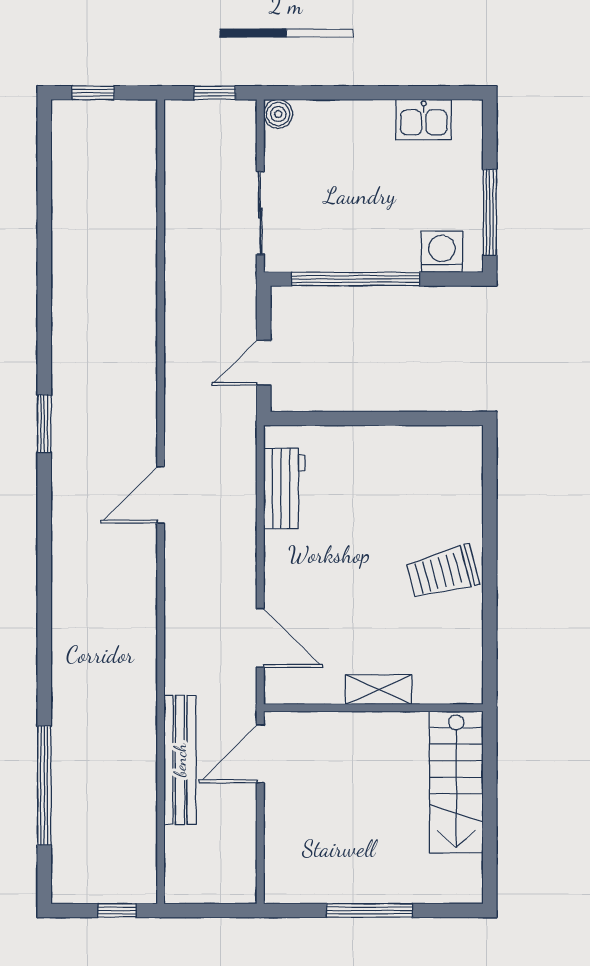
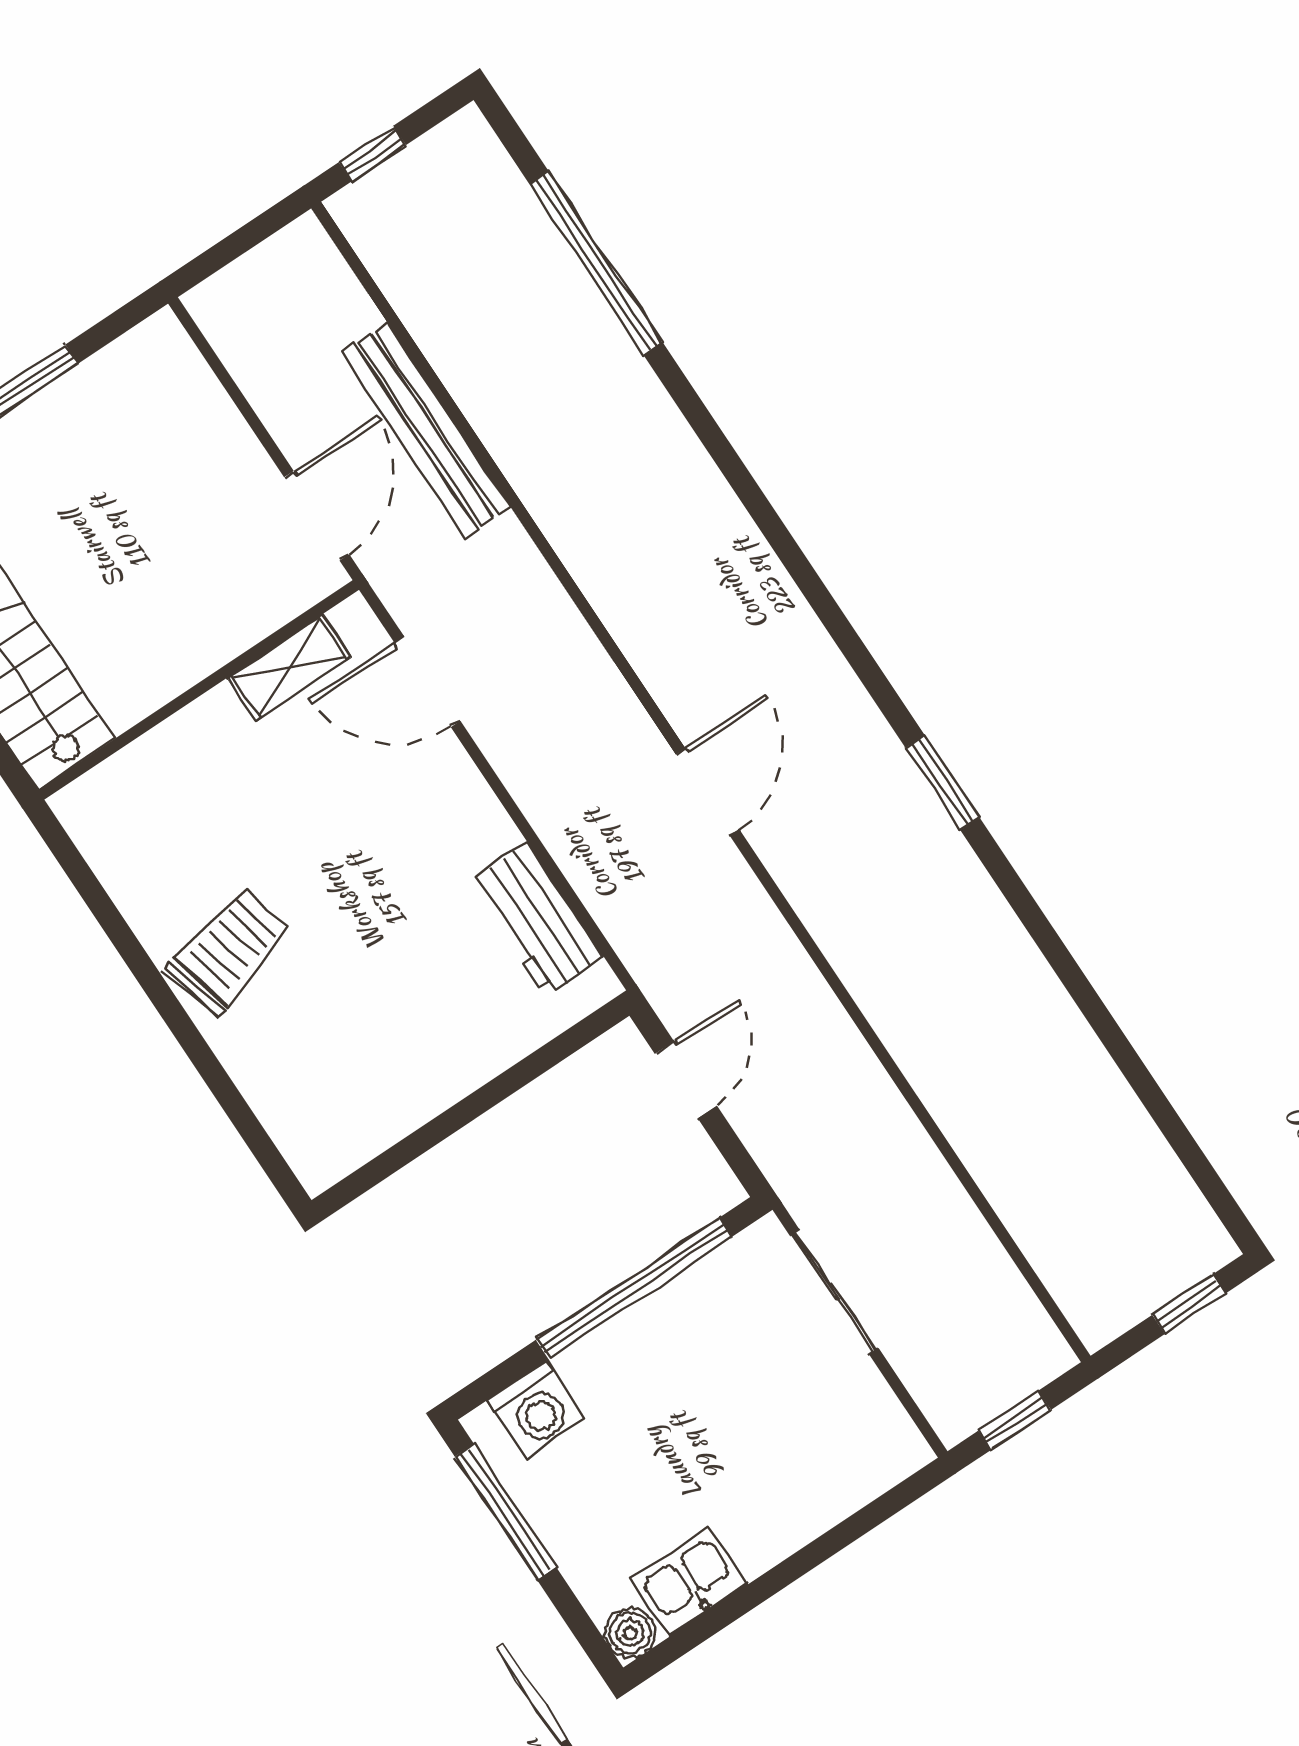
boiler: (278, 114) -> (630, 1633), moved
shelving: (379, 689) -> (289, 667), moved

